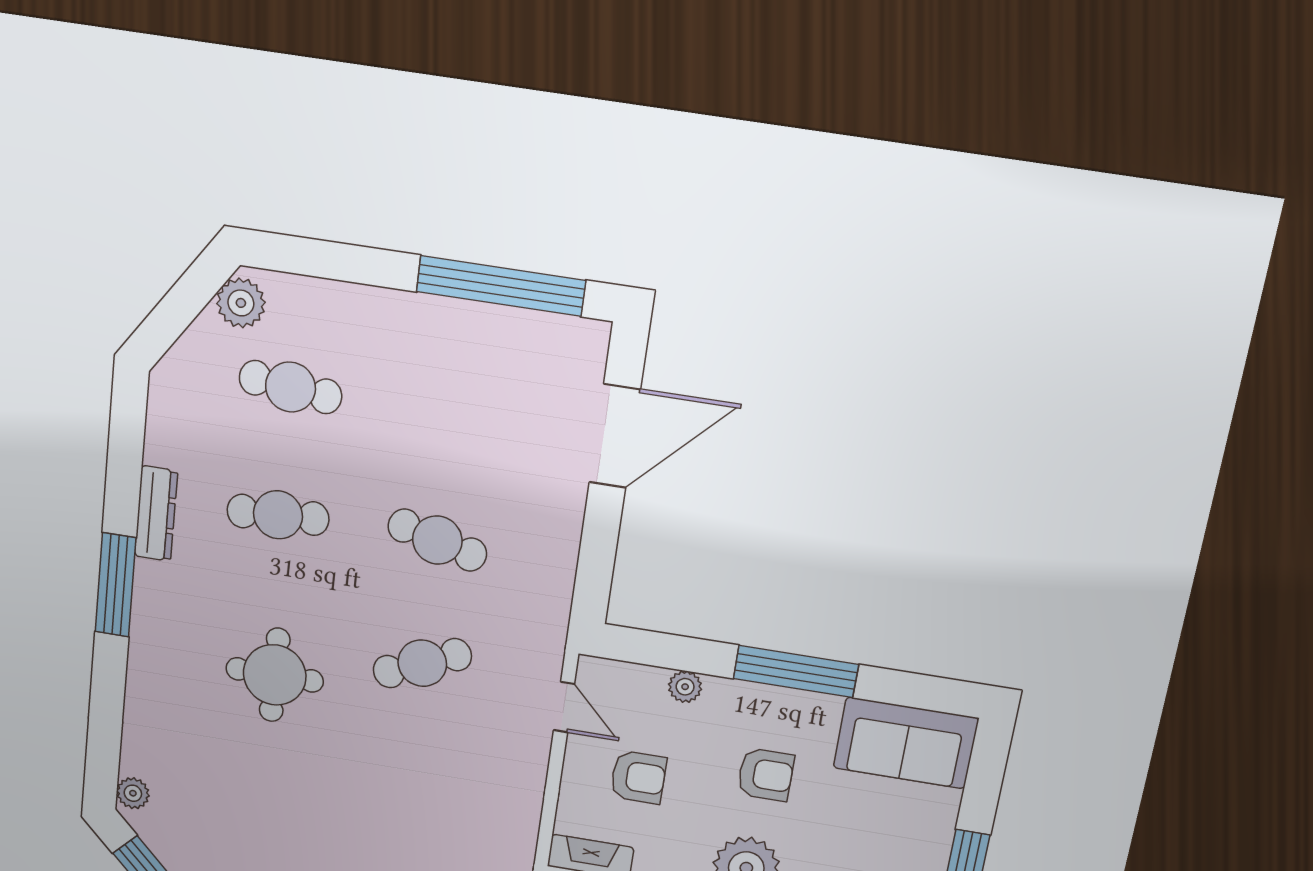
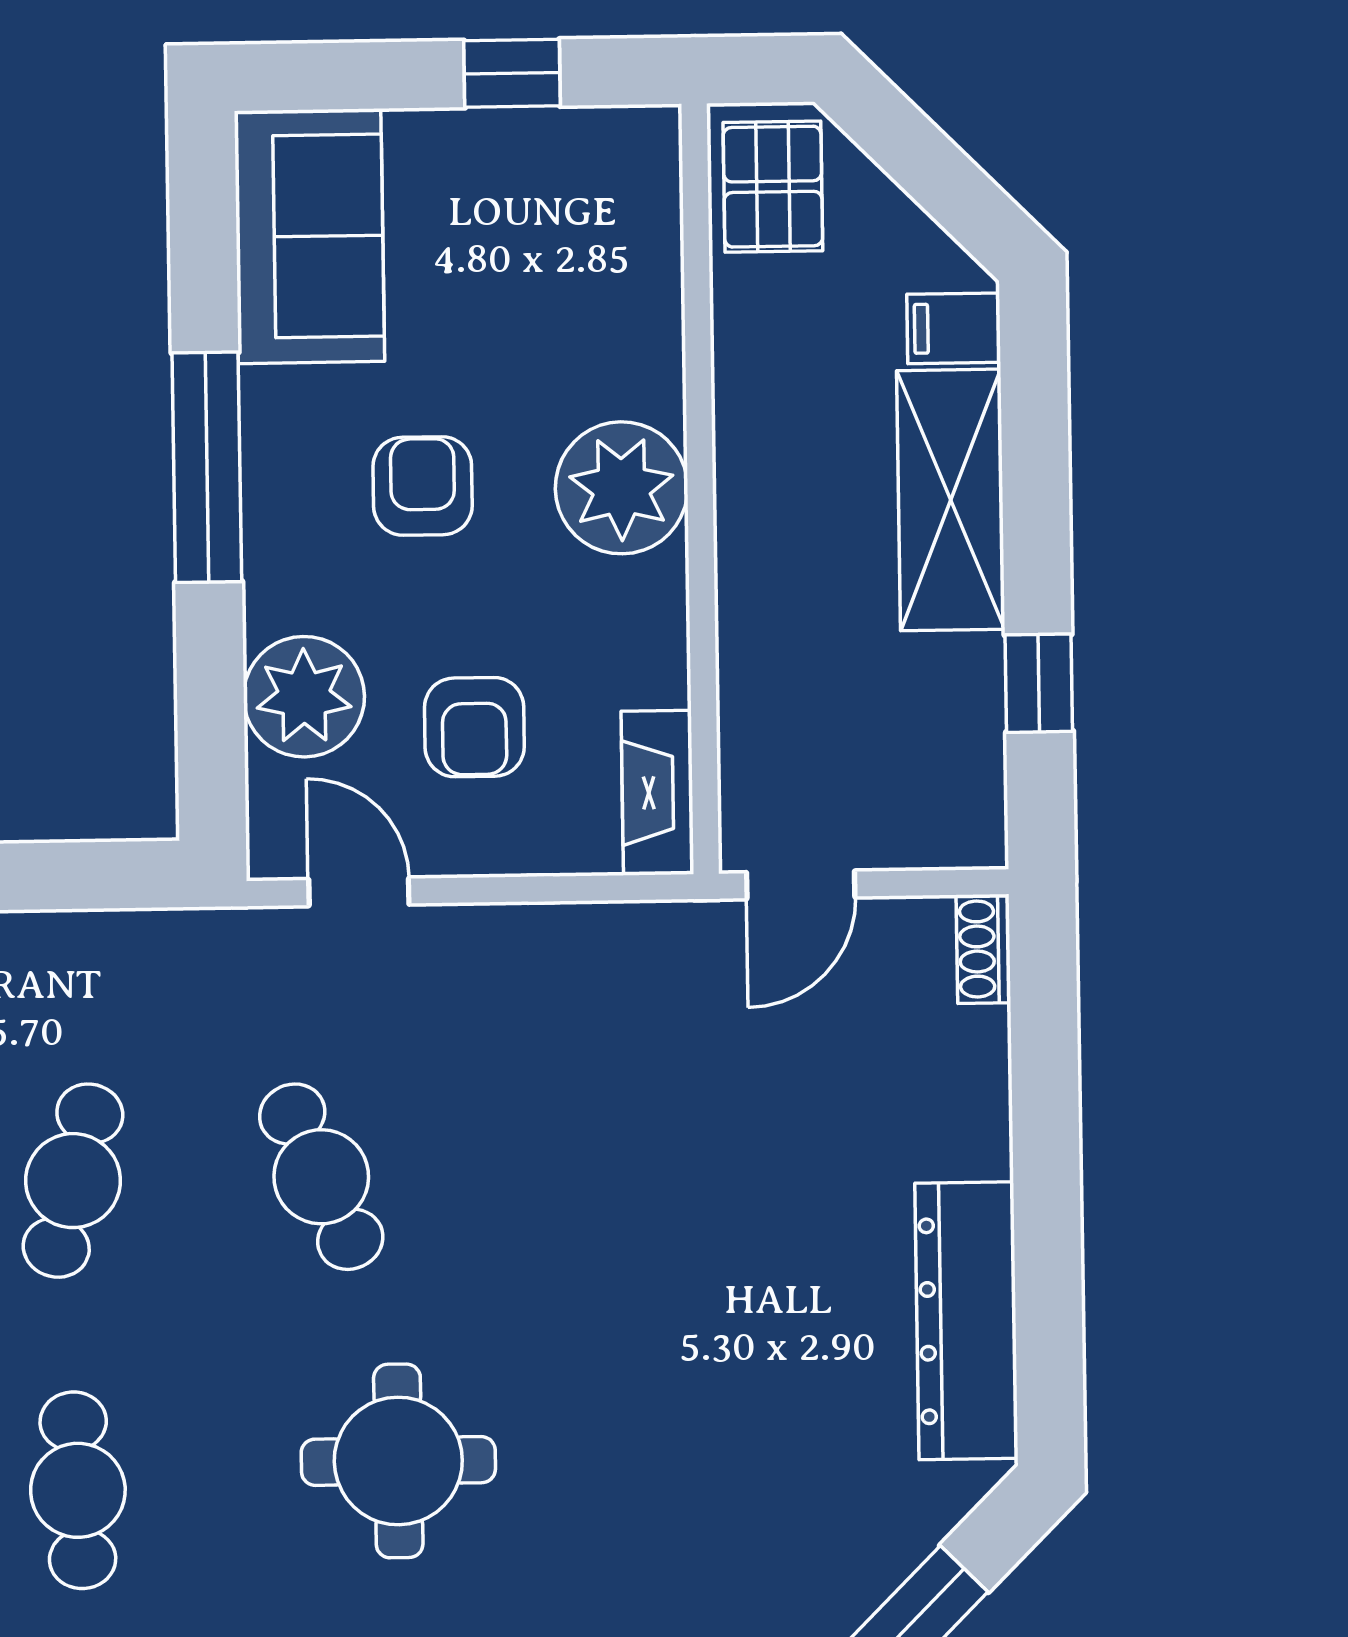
plant: (685, 687) -> (304, 697), width x1.88, depth x1.88
door: (564, 707) -> (359, 892), hinge flipped
armchair: (638, 777) -> (474, 727), turned 180

